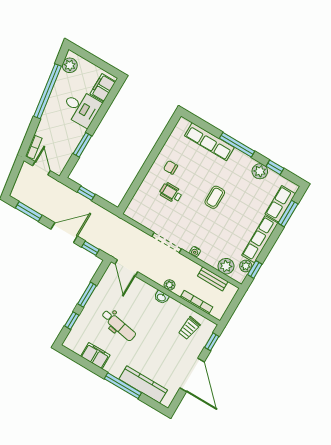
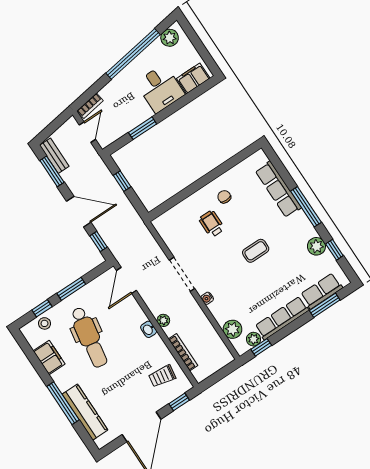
bench: (213, 279) -> (54, 156), moved
dental chair: (119, 325) -> (89, 337), width x1.36, depth x1.38
stool: (79, 331) -> (44, 323), added

